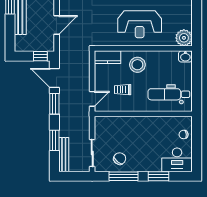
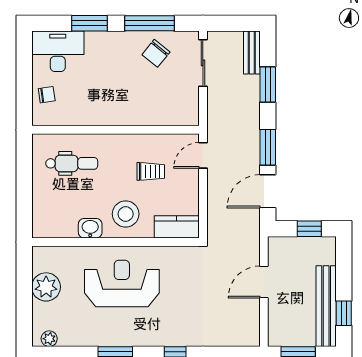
plant: (184, 38) -> (46, 287), moved
window: (40, 56) -> (309, 229), moved
washbasin: (185, 56) -> (90, 228), moved
door: (54, 78) -> (268, 191), swing flipped
dental chair: (169, 94) -> (72, 163), width x0.73, depth x0.72
bench: (64, 155) -> (252, 52), width x0.73

